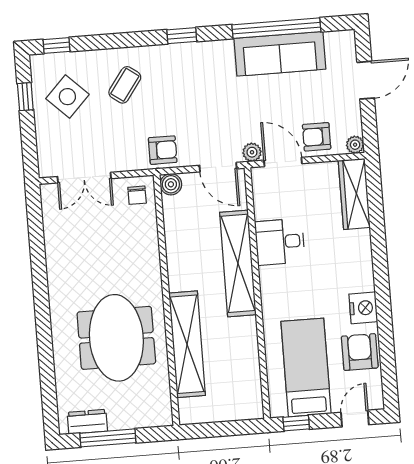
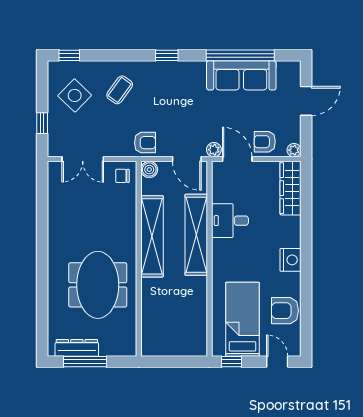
window: (25, 97) -> (42, 123), moved
chair: (137, 195) -> (122, 176), turned 90
nightstand: (363, 308) -> (290, 260), moved
shelving: (187, 344) -> (152, 236), moved
armchair: (360, 352) -> (285, 311), turned -90
door: (355, 418) -> (277, 362), hinge flipped
dresser: (87, 422) -> (77, 348), width x1.44

